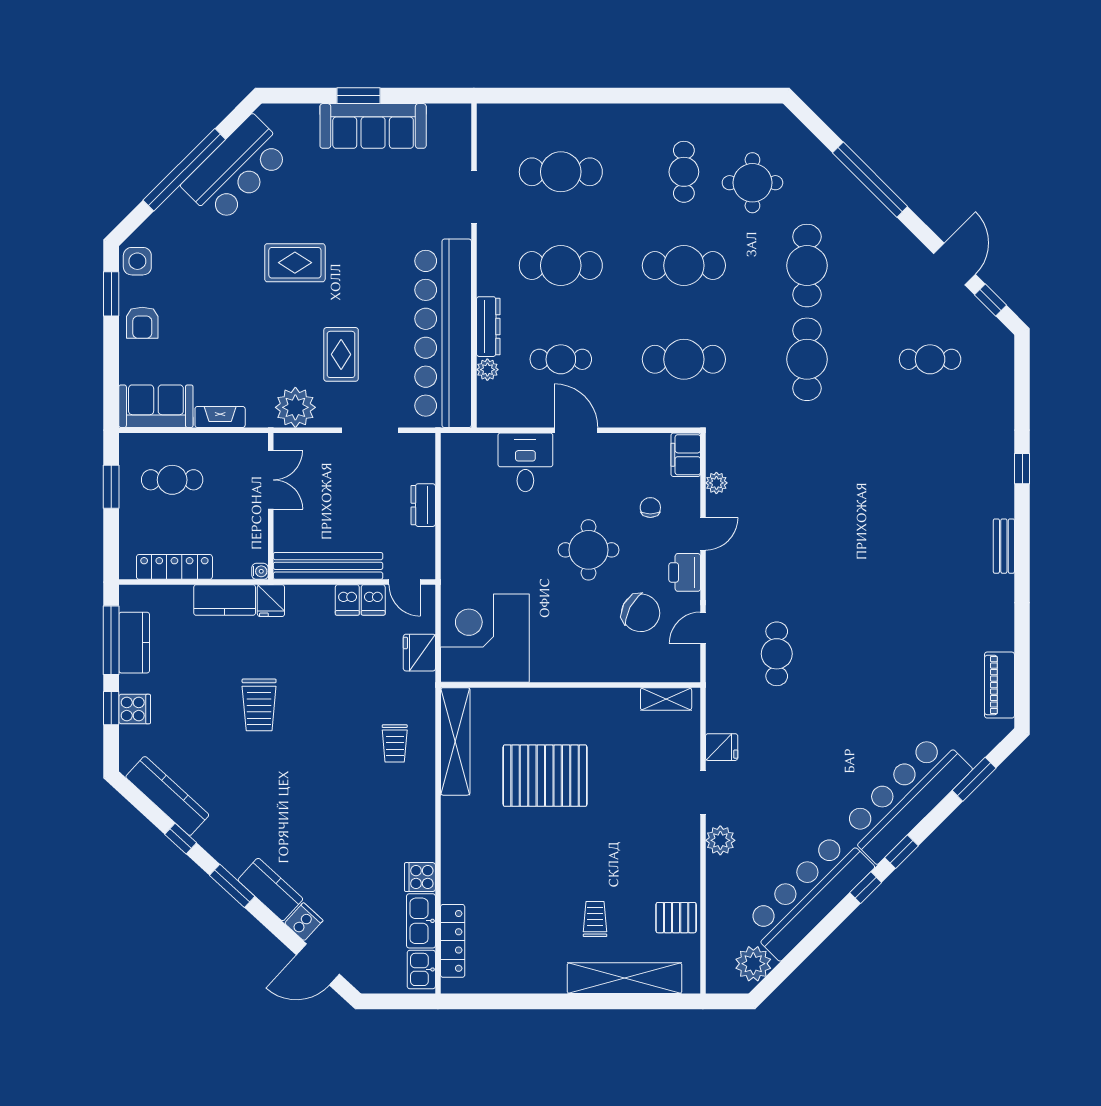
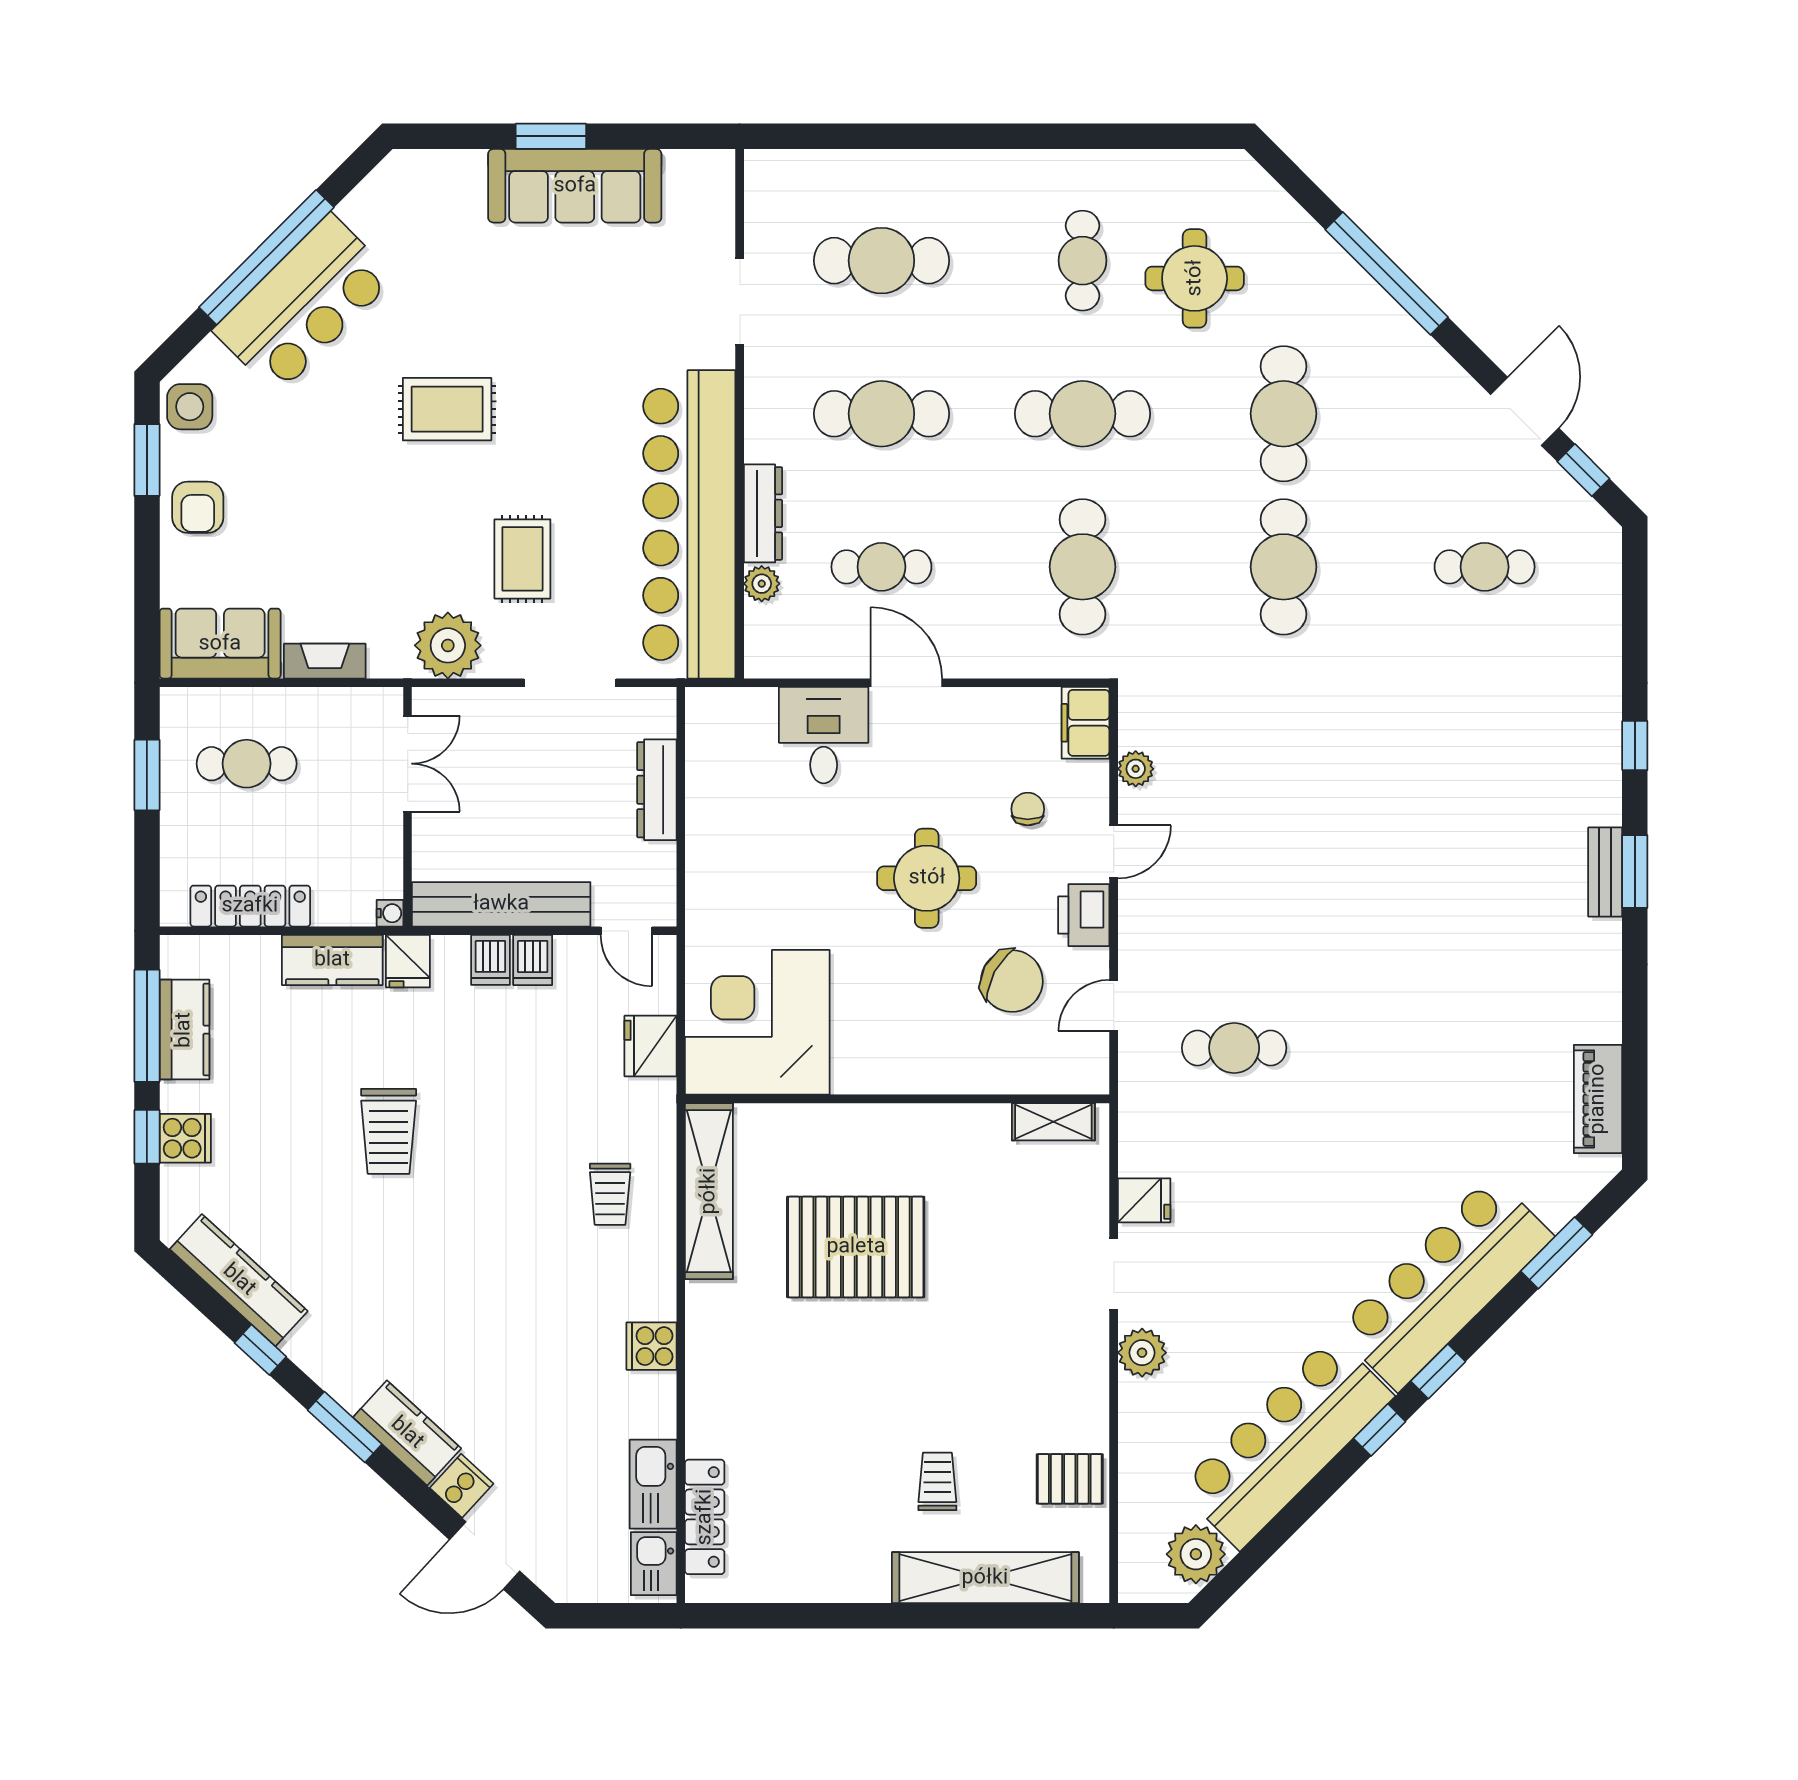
bar counter: (236, 169) -> (304, 304), moved
cafe table: (684, 359) -> (1082, 567), turned 90
dresser: (423, 505) -> (657, 790), width x1.44
window: (1022, 546) -> (1635, 871), added
dishwasher: (373, 600) -> (490, 960), moved
cafe table: (777, 654) -> (1234, 1048), turned 90
cooker: (420, 877) -> (651, 1346), moved

